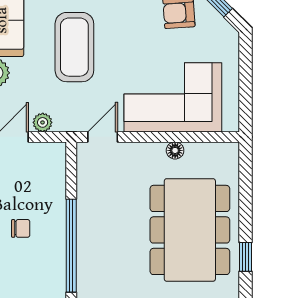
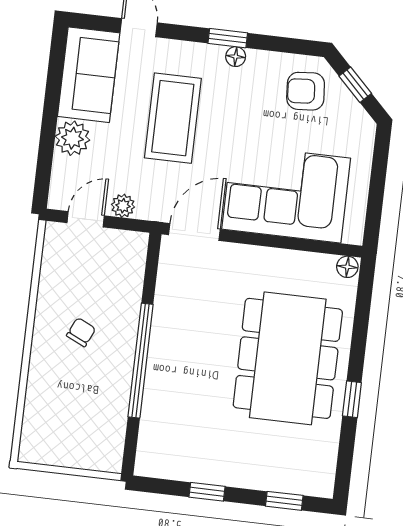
door: (103, 137) -> (194, 232), width x1.38
floor lamp: (175, 150) -> (347, 267), moved
chair: (21, 228) -> (81, 332), turned -65

